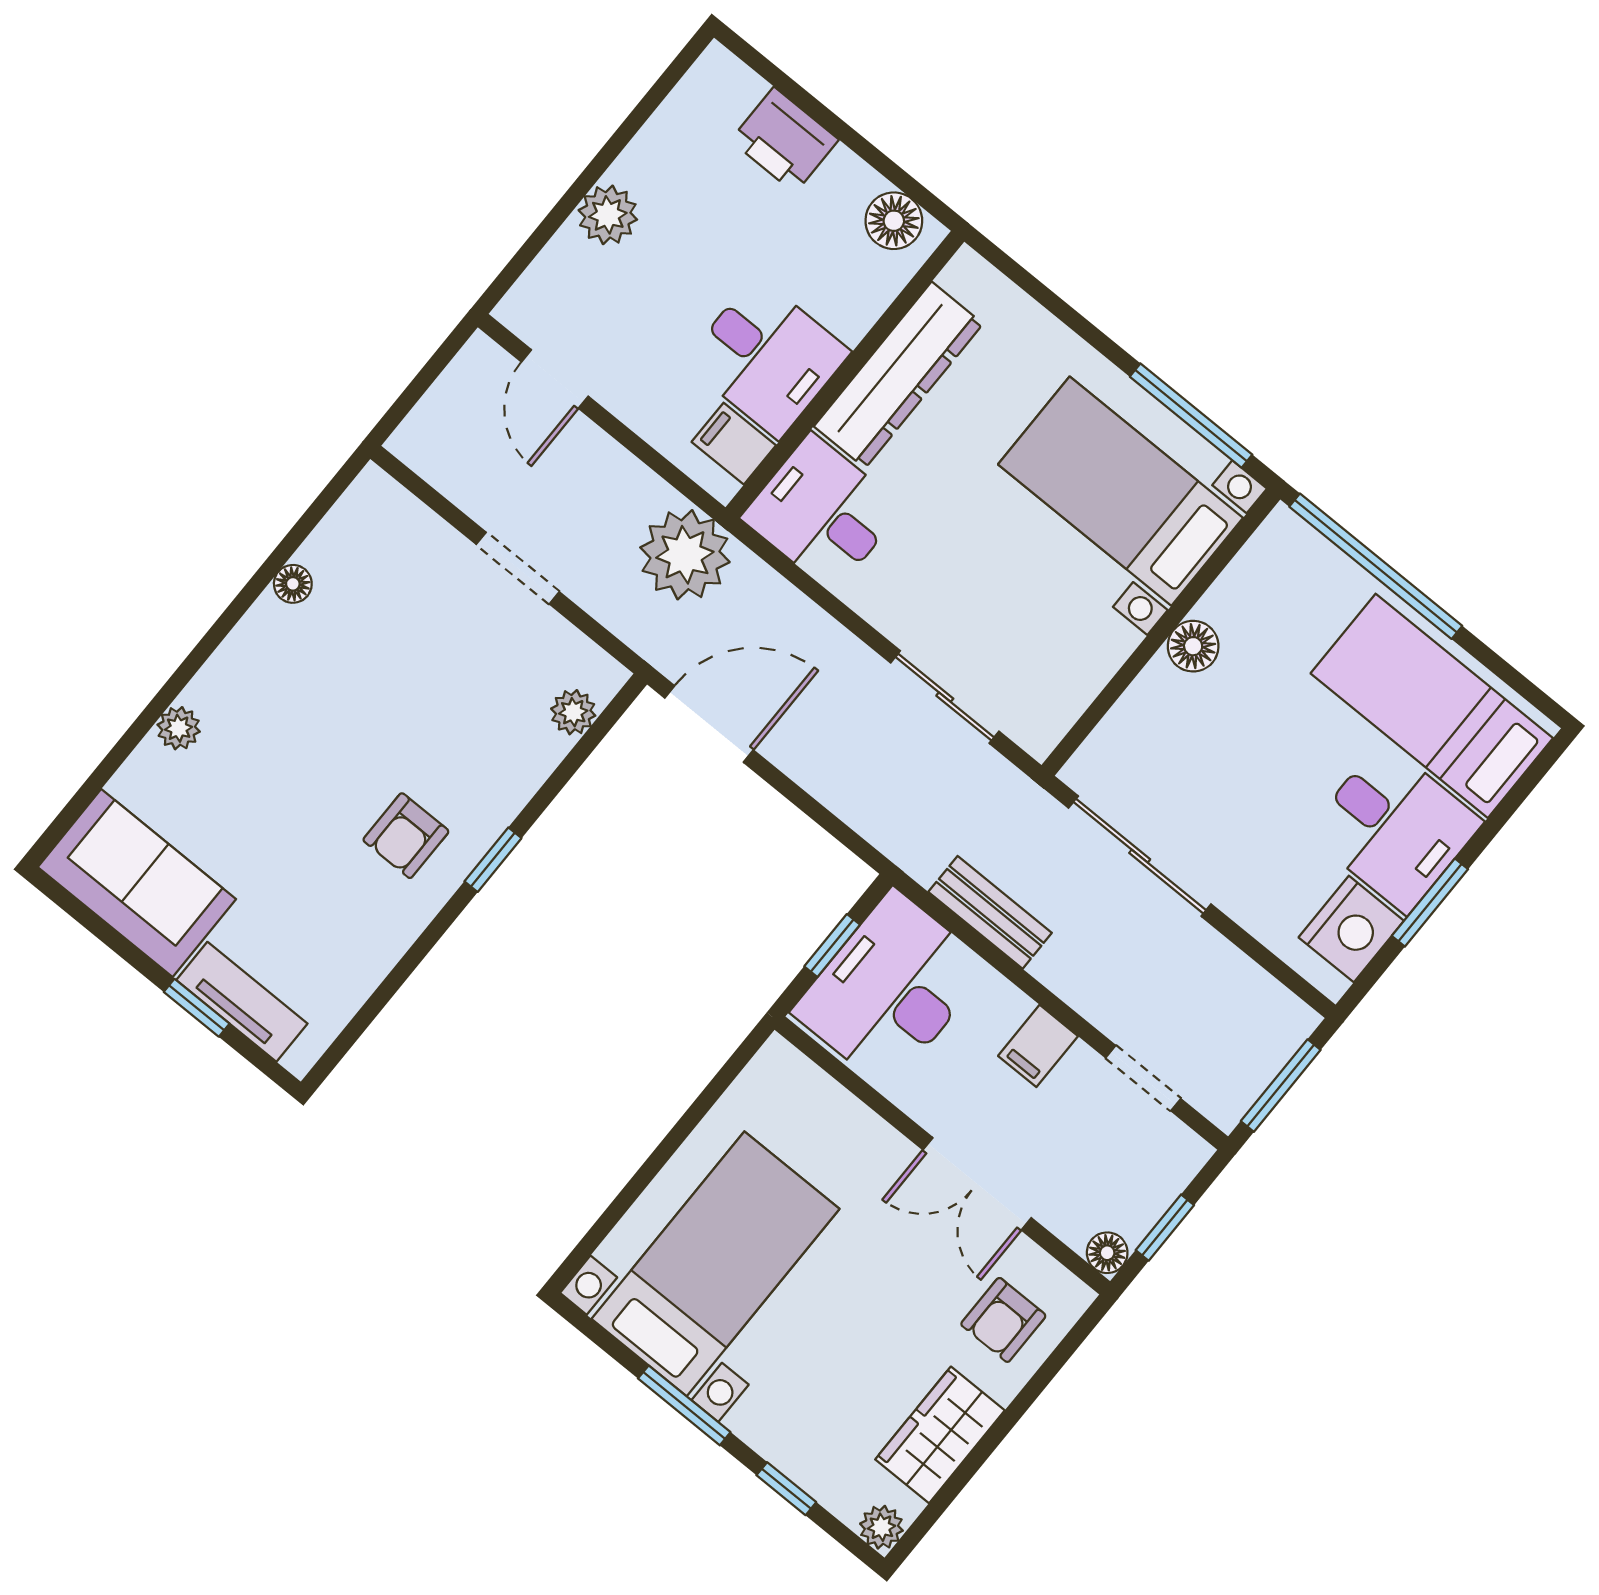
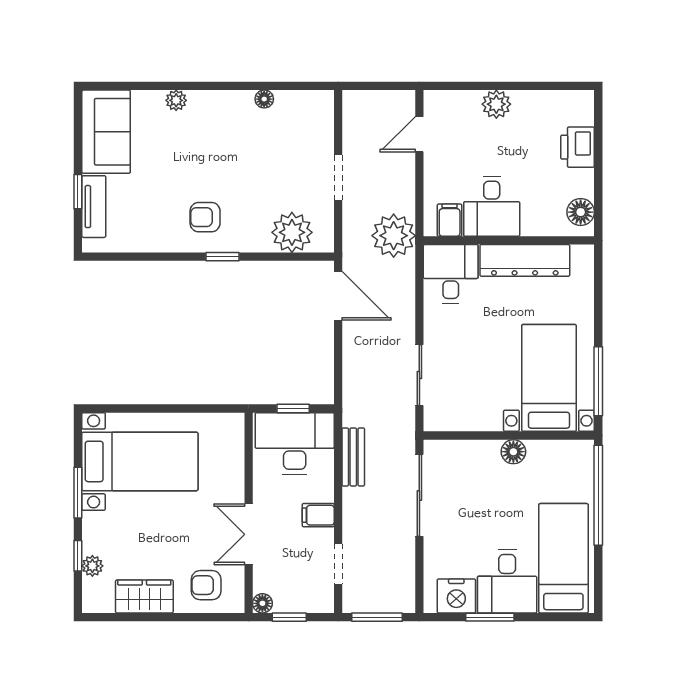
plant: (573, 712) -> (292, 232), width x1.87, depth x1.87
plant: (881, 1527) -> (92, 566), moved

